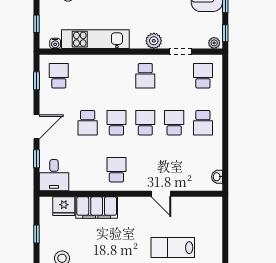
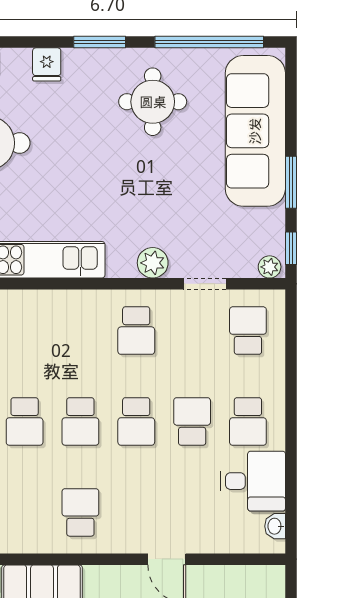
school desk: (116, 123) -> (80, 421), turned 180
school desk: (145, 123) -> (136, 421), turned 180
desk: (206, 154) -> (253, 481), added

